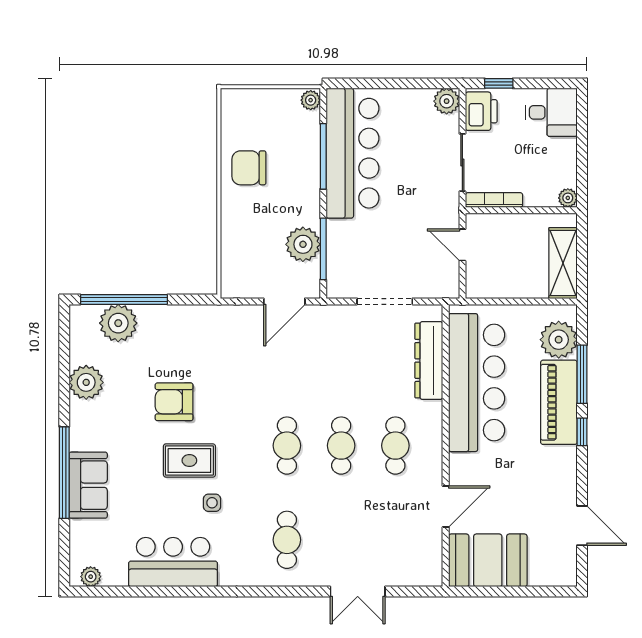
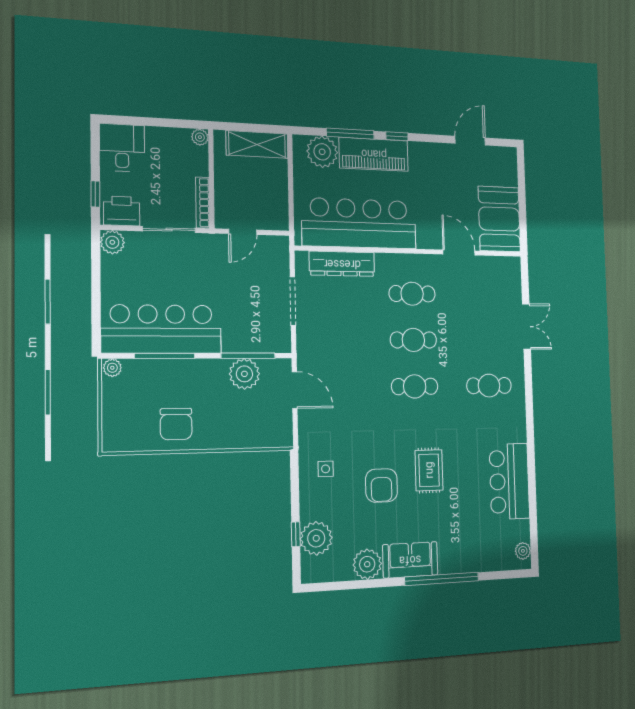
window: (124, 300) -> (296, 534), width x0.32
sofa: (88, 485) -> (410, 560), moved
side table: (212, 503) -> (326, 469), moved

